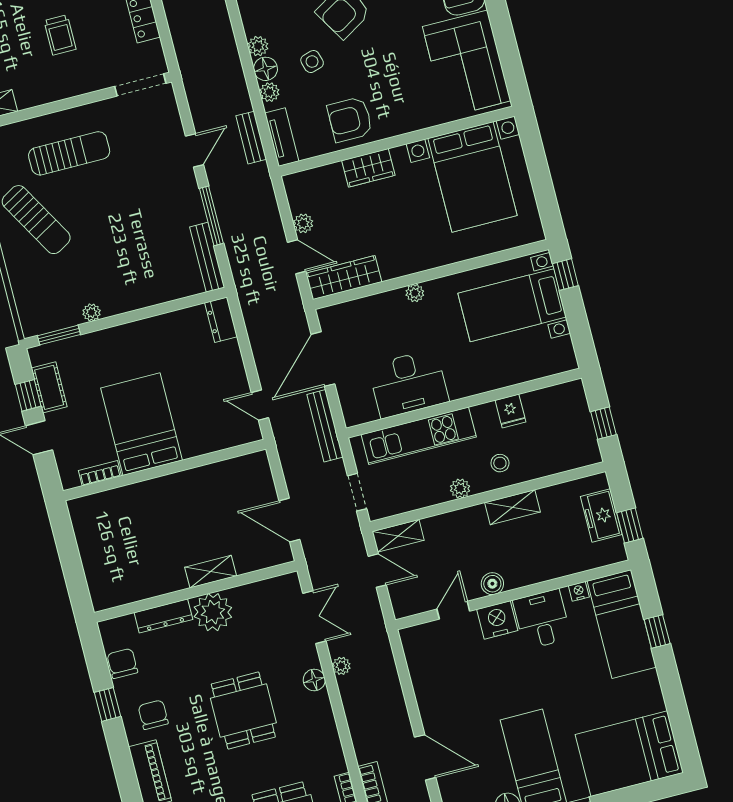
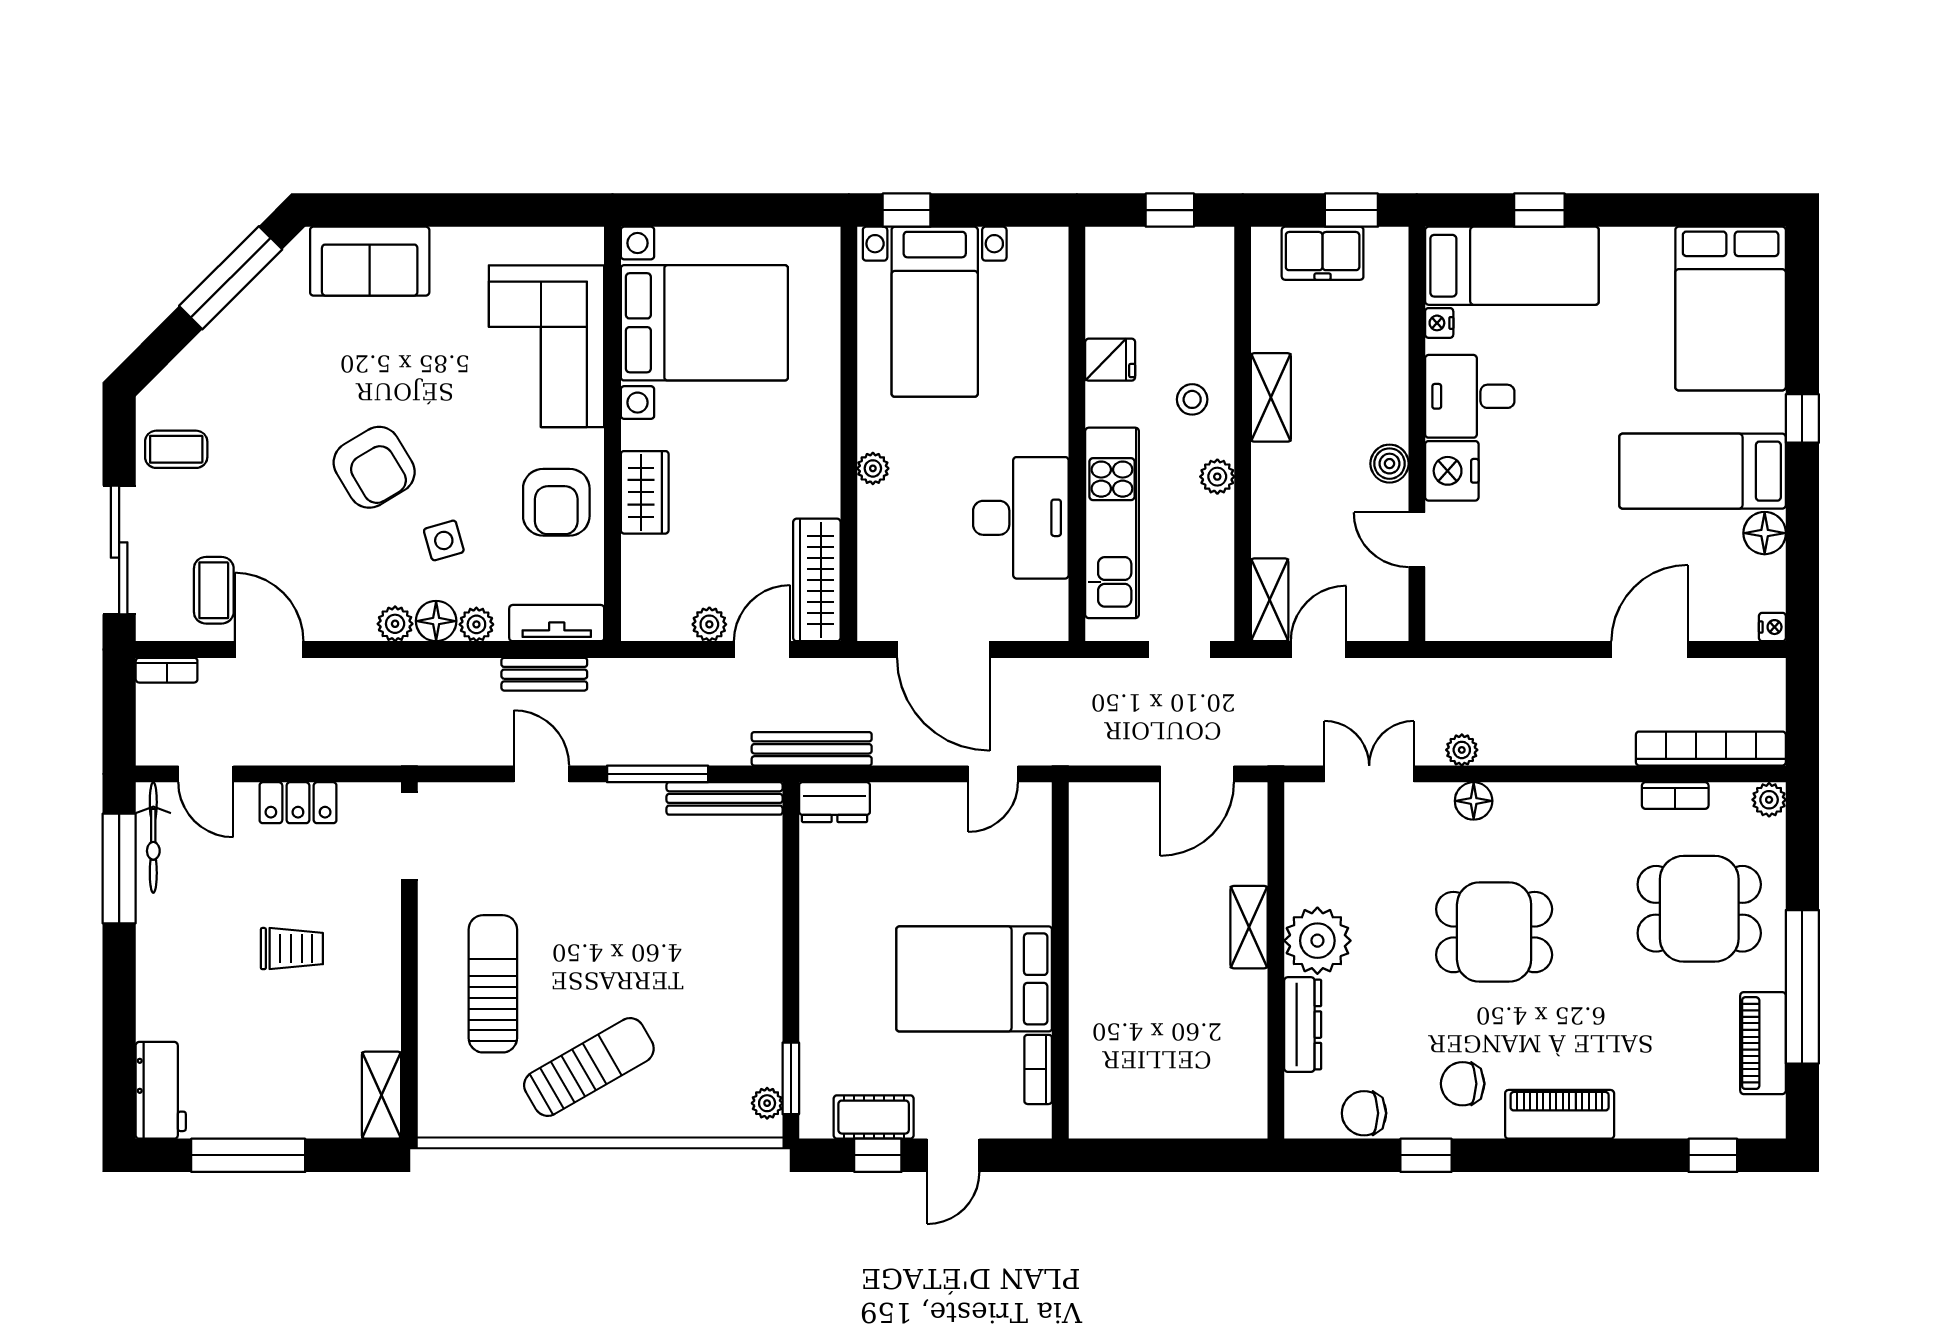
corner sofa: (467, 64) -> (547, 346), moved, turned 90
plant: (92, 312) -> (767, 1103), moved
bench: (325, 426) -> (812, 749), moved

